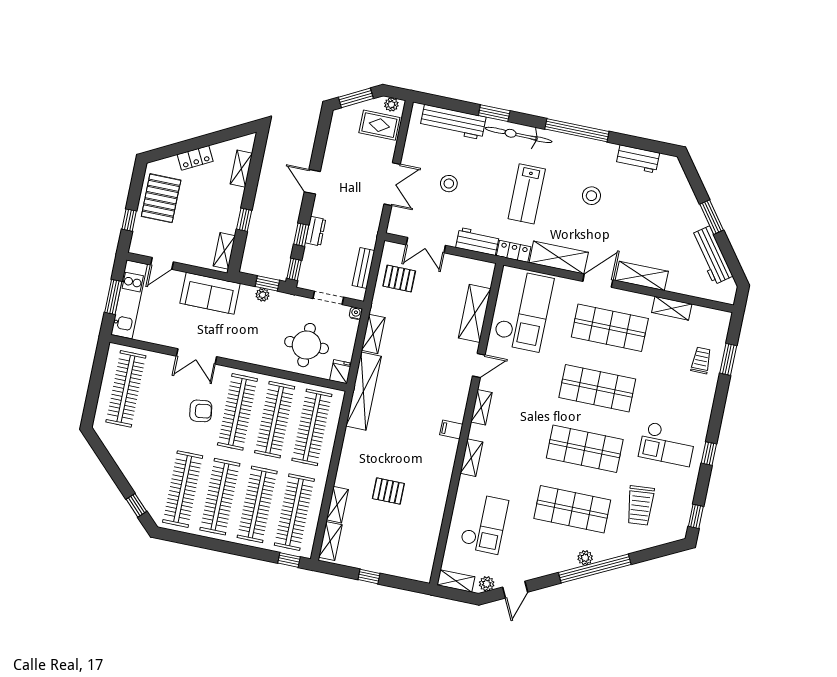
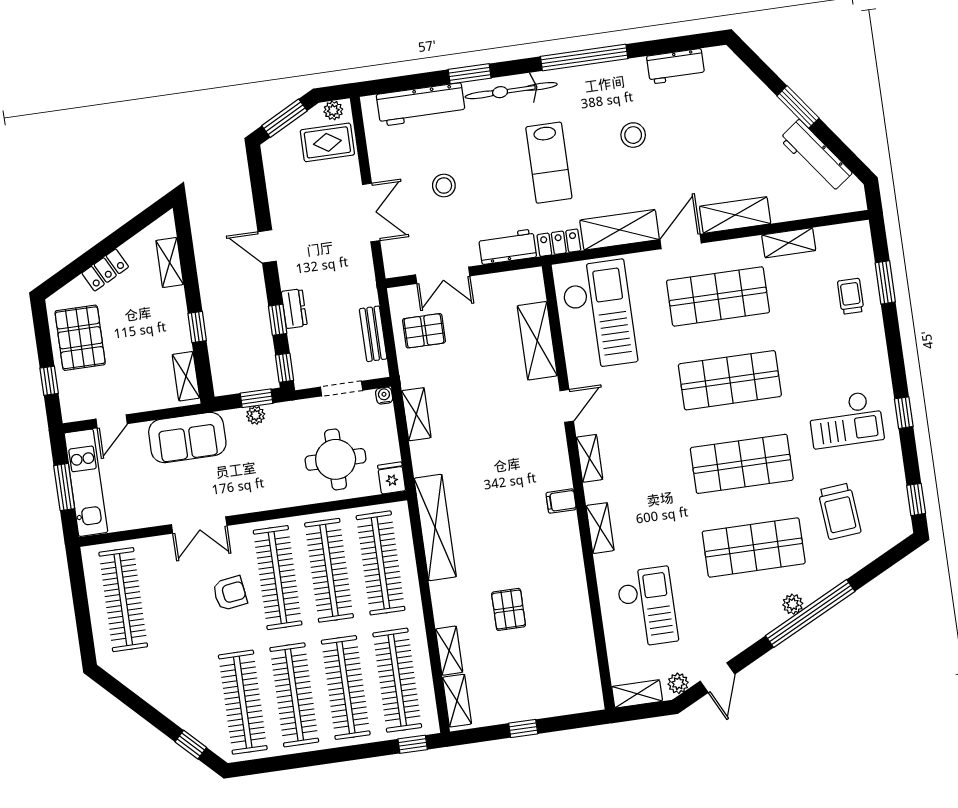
shelving: (363, 391) -> (435, 527), moved
pallet: (388, 491) -> (509, 609), turned 90

